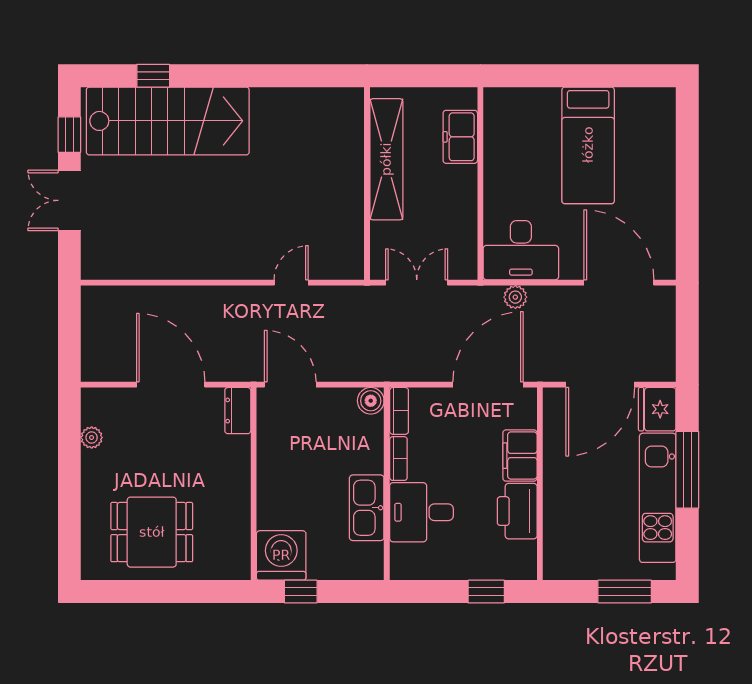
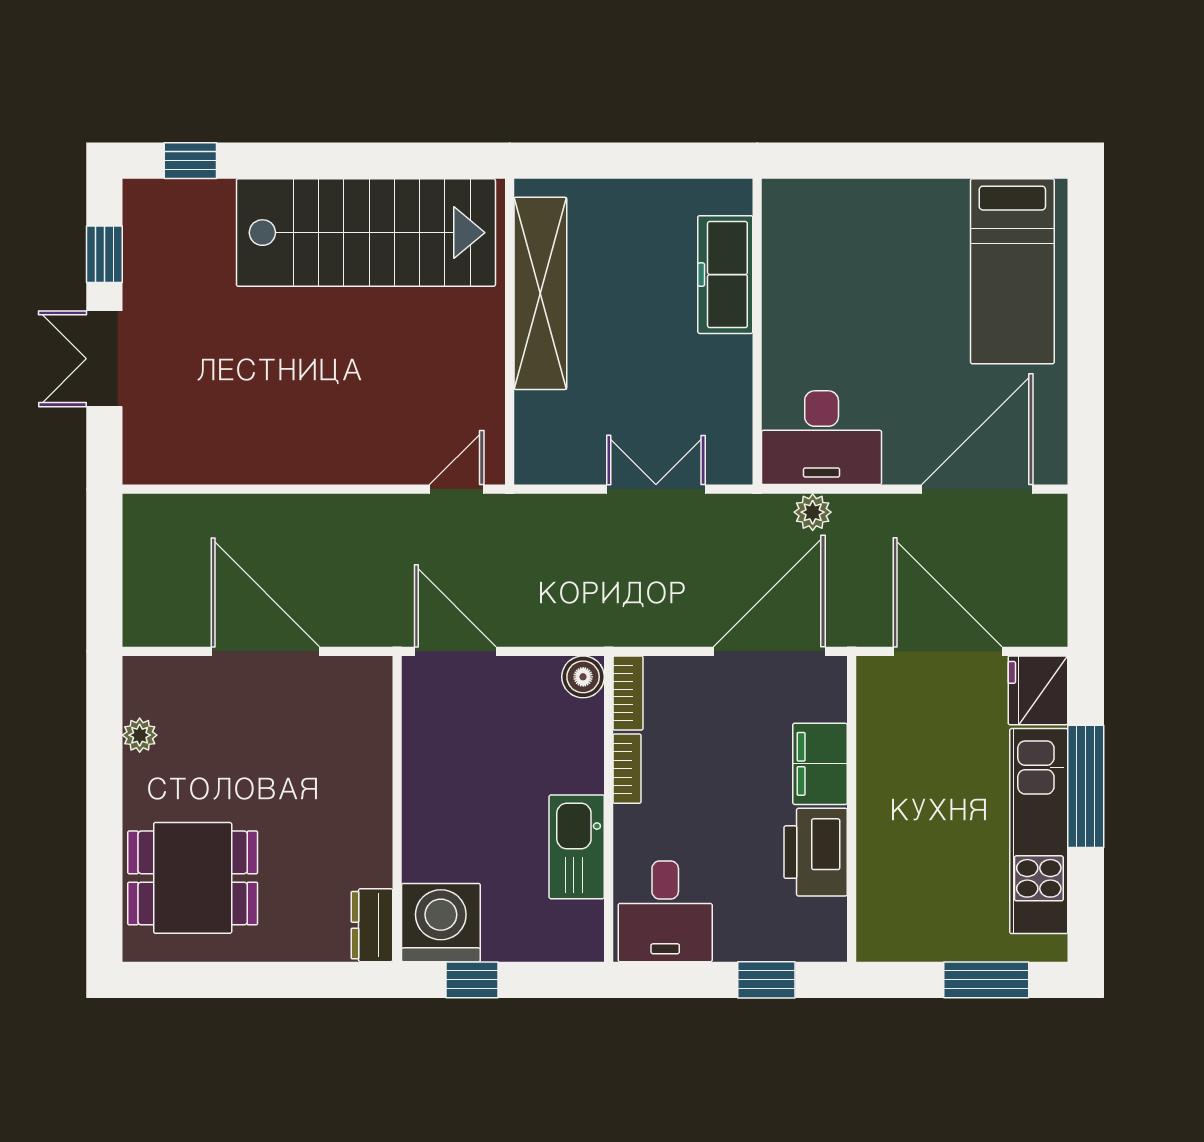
window: (153, 76) -> (190, 161), moved
stairs: (168, 121) -> (366, 233), moved
freezer: (460, 137) -> (725, 275), width x1.40
bed: (588, 145) -> (1012, 271), moved
shelving: (386, 159) -> (540, 293), moved
wall: (367, 183) -> (510, 332), moved
door: (619, 283) -> (977, 489), hinge flipped
door: (600, 385) -> (948, 651), swing flipped
dresser: (238, 411) -> (372, 925), moved
desk: (421, 512) -> (665, 911), moved, turned -90
dining table: (152, 532) -> (193, 878), moved

